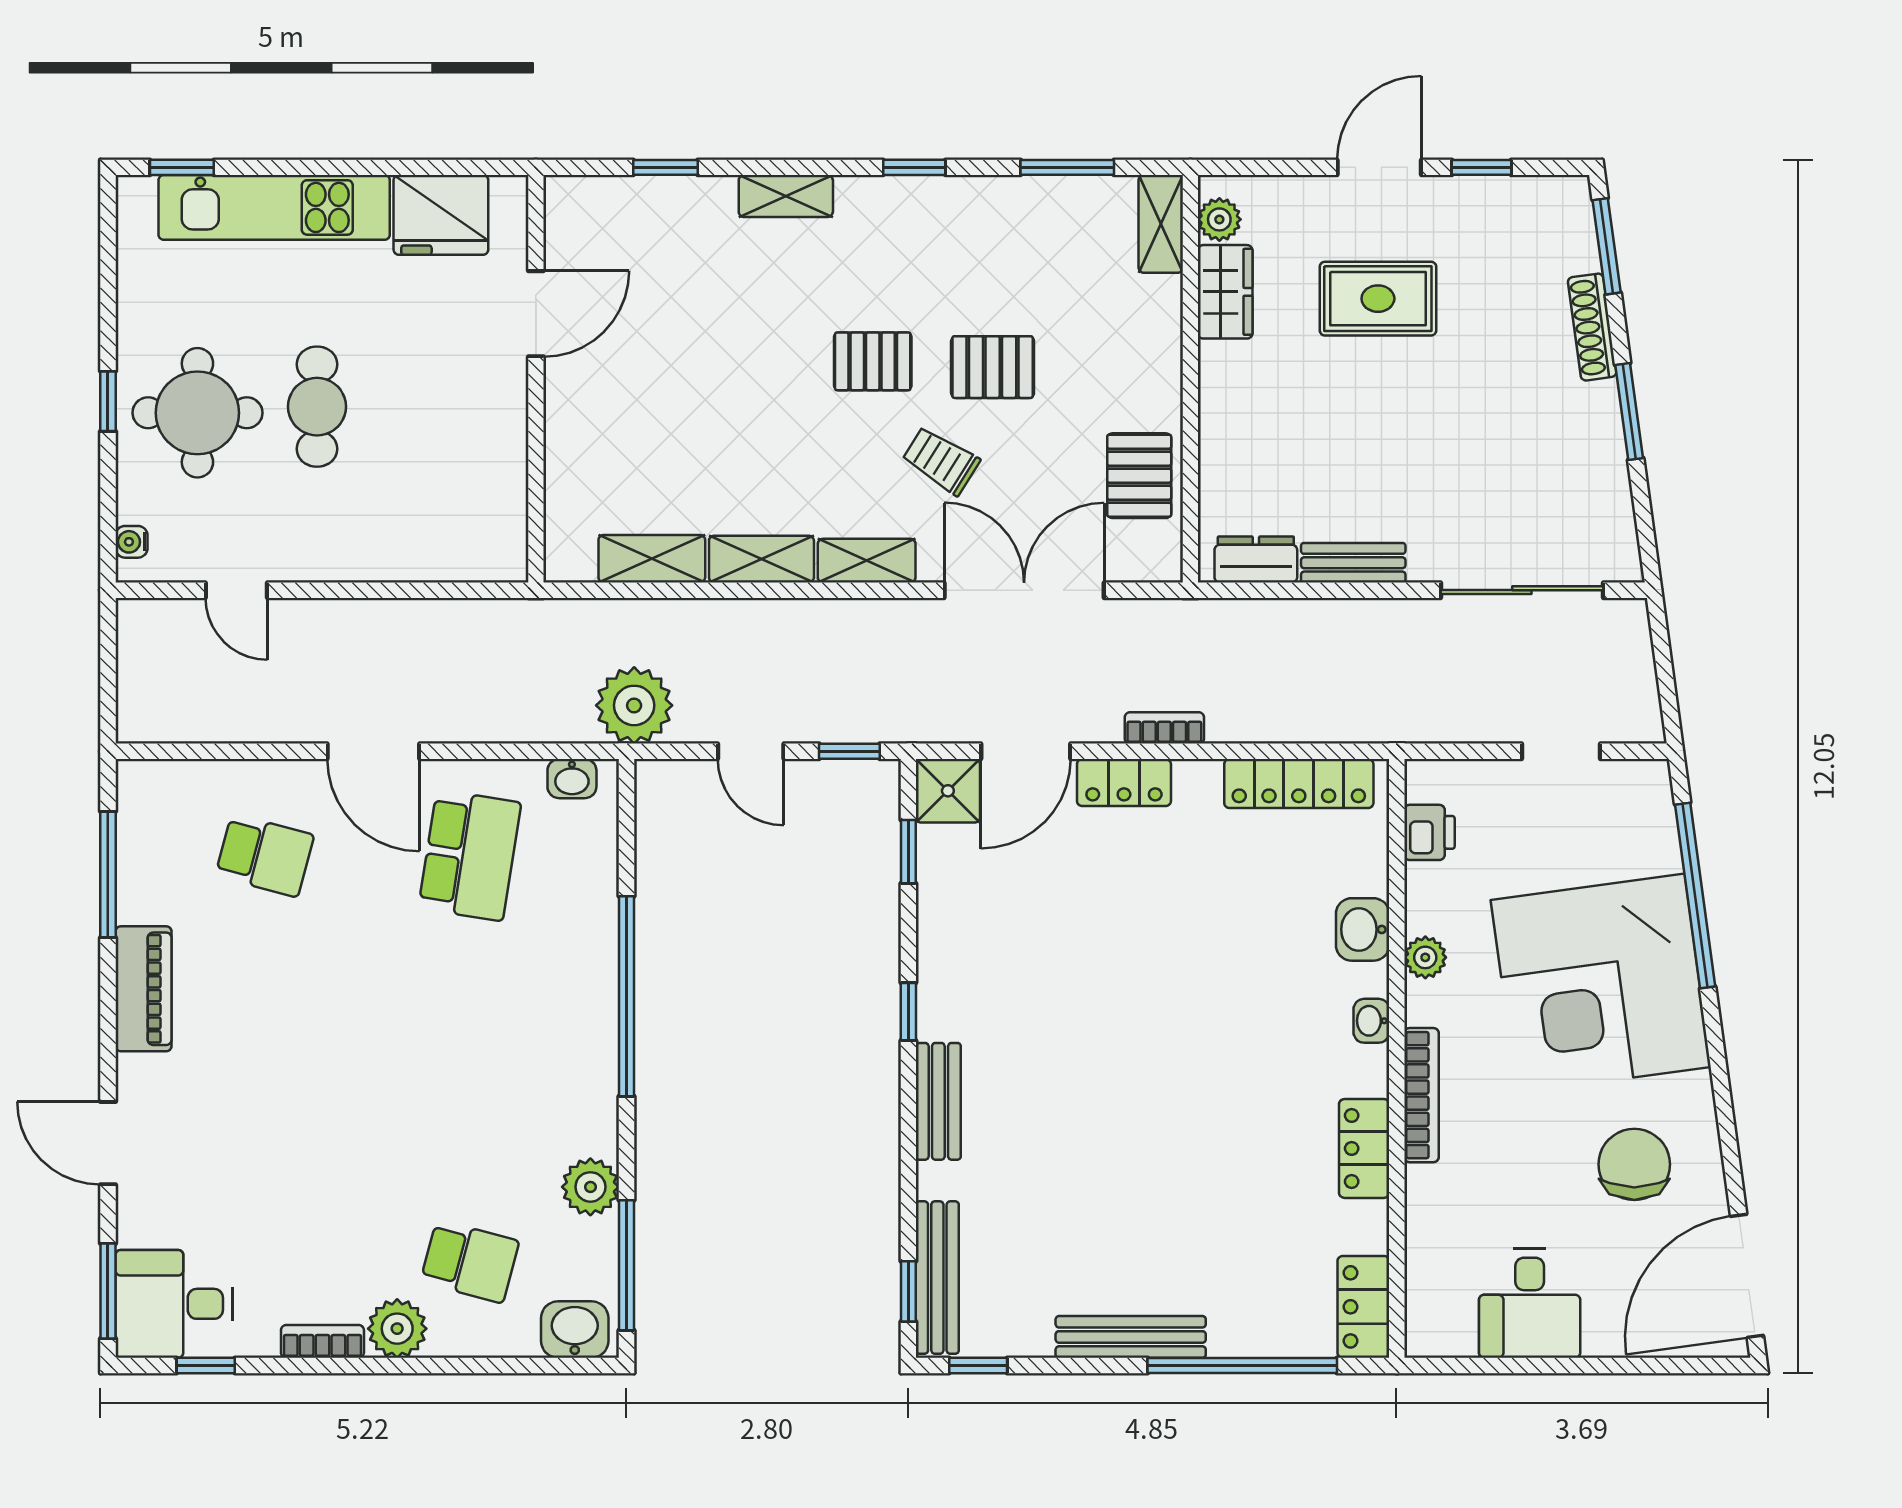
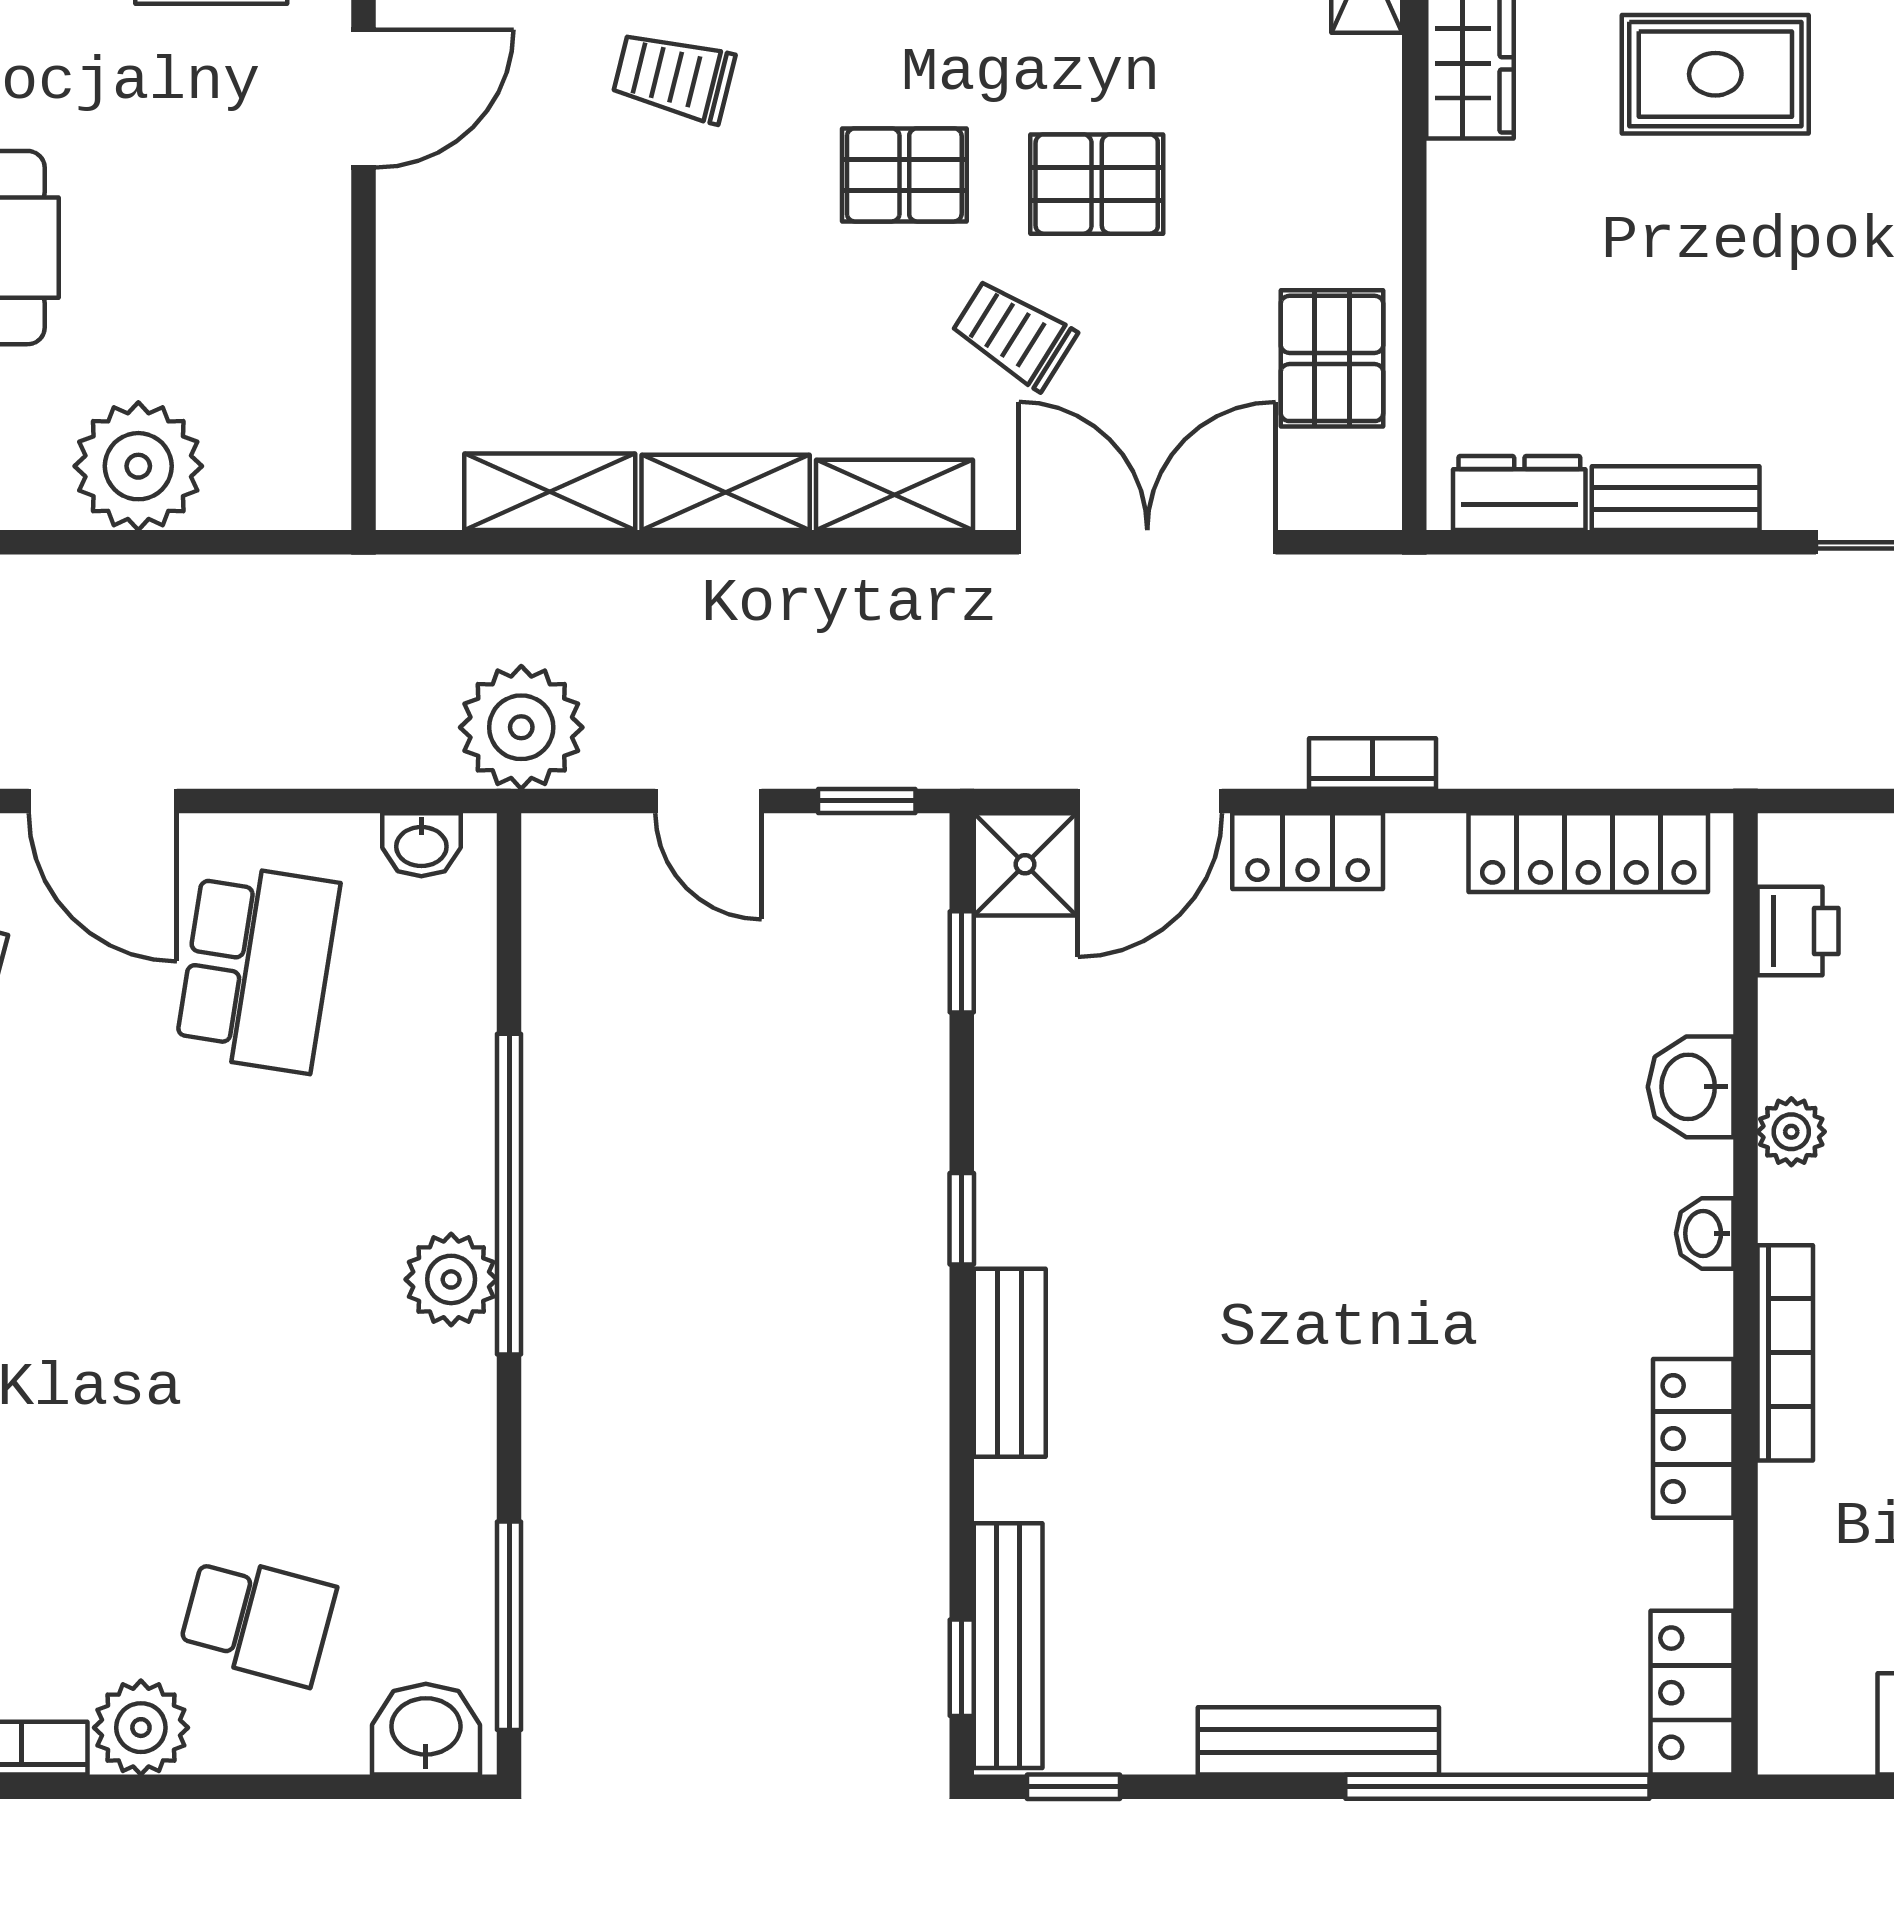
trolley: (729, 300) -> (674, 77), added
plant: (396, 543) -> (138, 466), added
plant: (590, 1187) -> (451, 1279), moved

